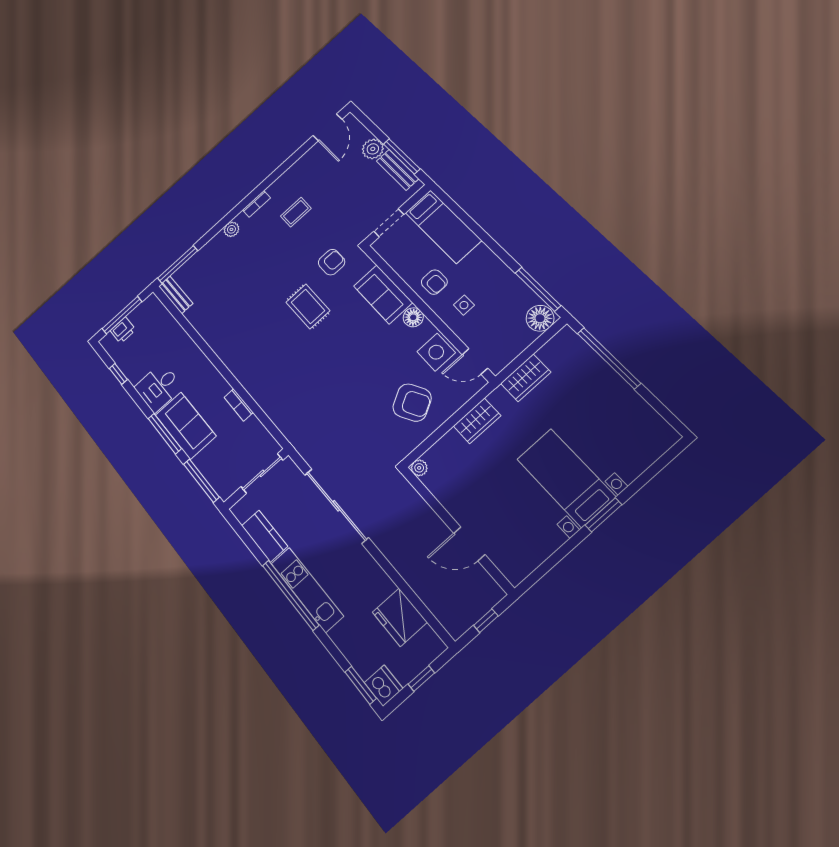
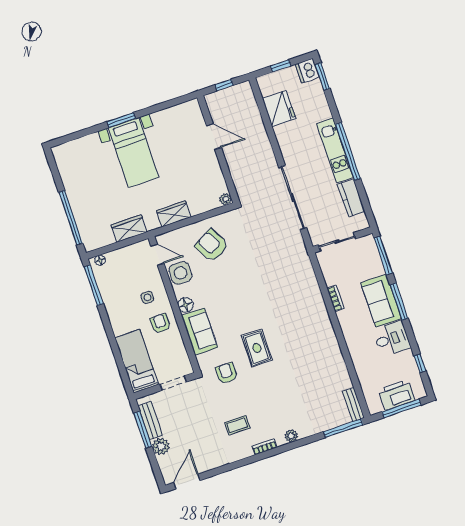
armchair: (332, 262) -> (226, 373), turned 90
floor lamp: (540, 318) -> (100, 260), width x0.53, depth x0.53
printer: (123, 330) -> (397, 395), width x1.87, depth x1.48

